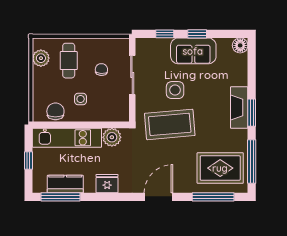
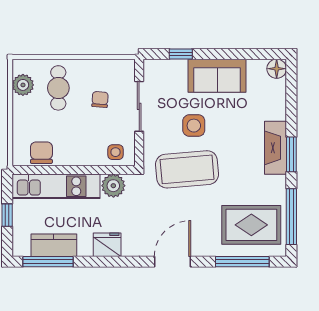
window: (197, 34) -> (222, 54), removed
side table: (81, 99) -> (116, 152), moved

